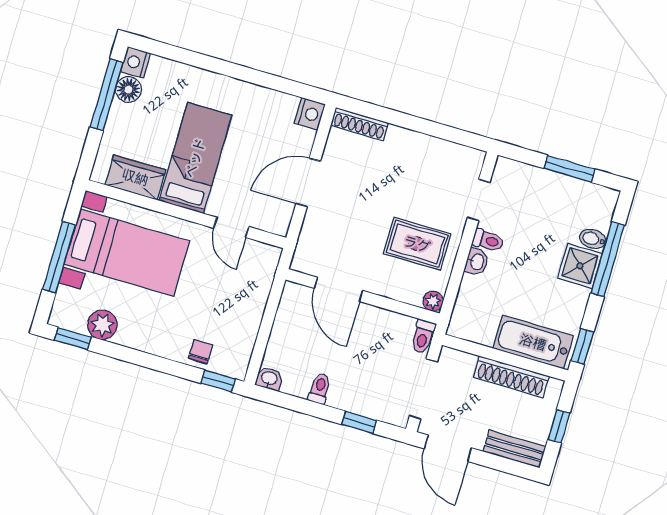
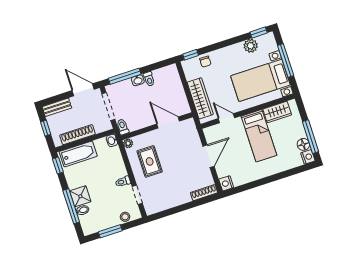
stool: (526, 176) -> (125, 217), added
rug: (417, 244) -> (150, 161), turned 90
washbasin: (477, 262) -> (112, 140), moved
wardrobe: (253, 294) -> (200, 98), added
washbasin: (269, 379) -> (138, 80), moved
window: (359, 422) -> (125, 76), width x2.17

